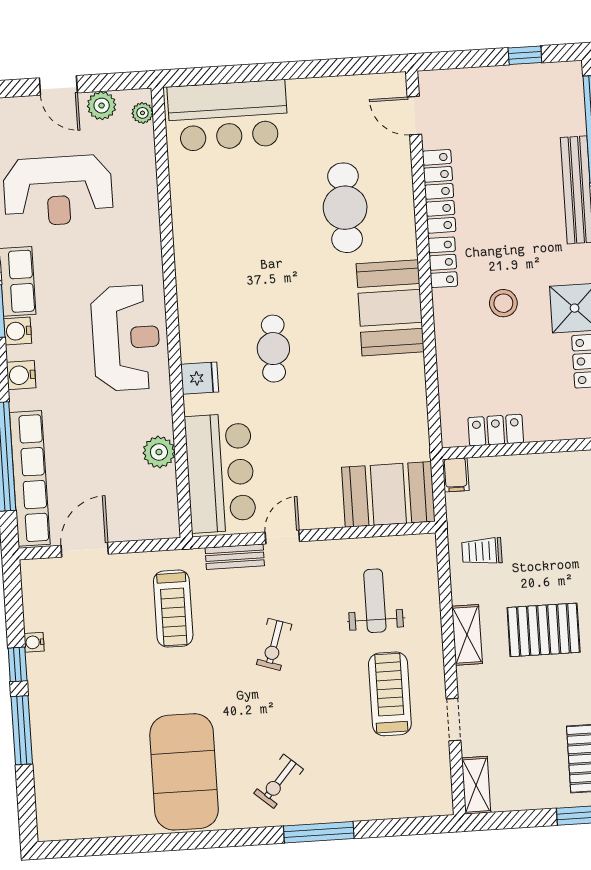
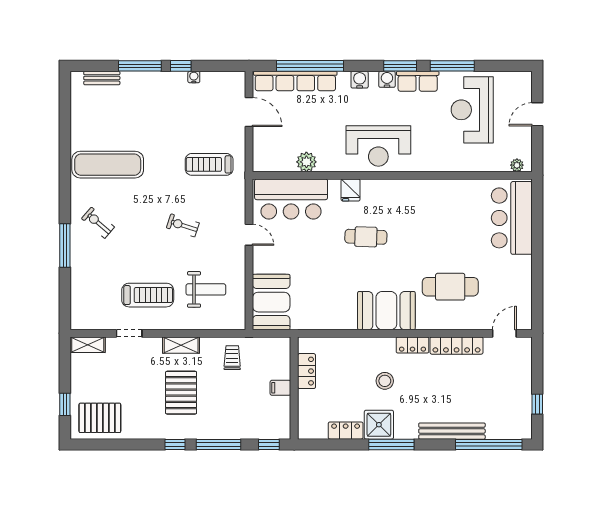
plant: (102, 106) -> (523, 140), removed
filing cabinet: (456, 475) -> (280, 388), moved
bench: (235, 557) -> (102, 78), moved, turned 90
exercise mat: (184, 772) -> (108, 165), width x0.68

